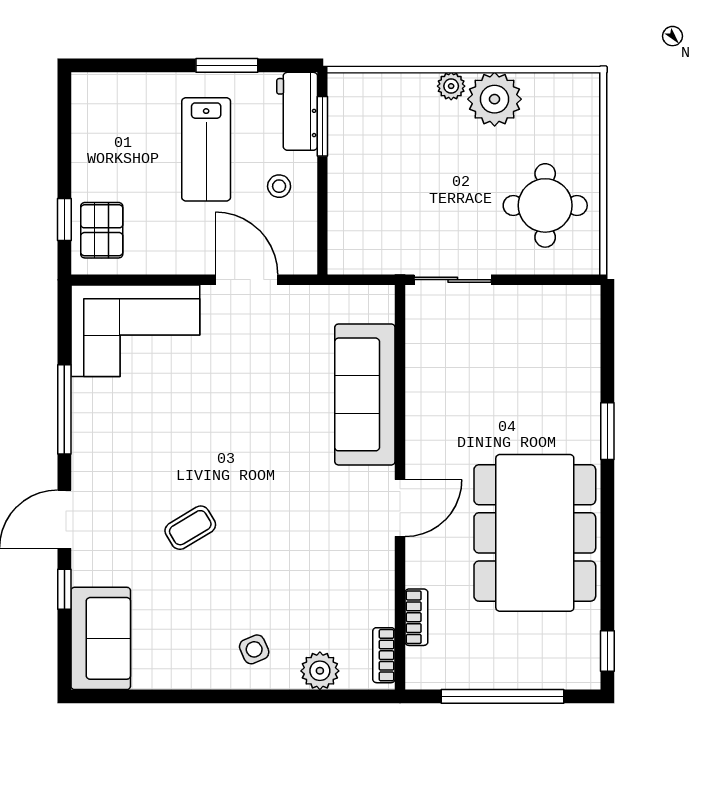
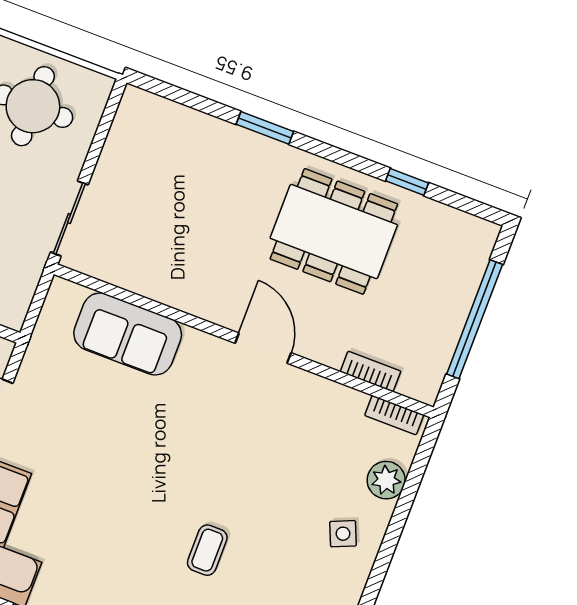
sofa: (365, 394) -> (128, 334), width x0.73
coffee table: (190, 528) -> (207, 550), turned 31
dining table: (535, 533) -> (334, 231), width x0.73, depth x0.80
window: (607, 651) -> (407, 182), moved

